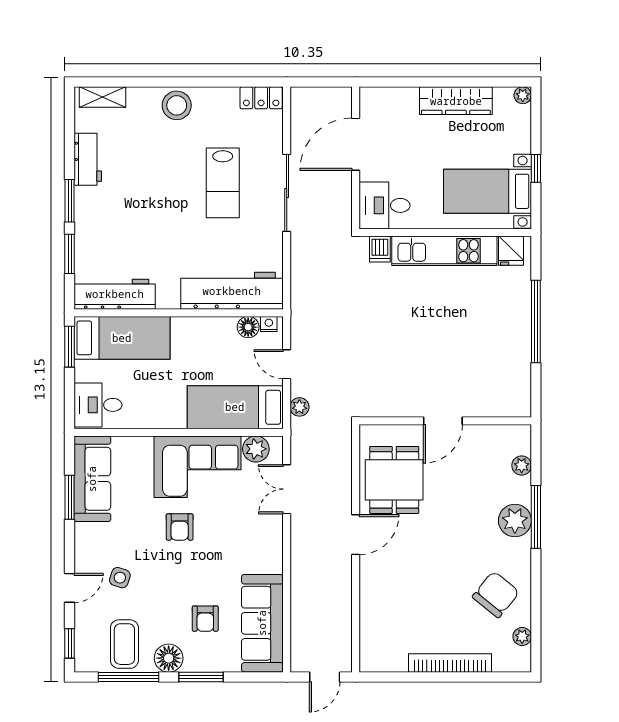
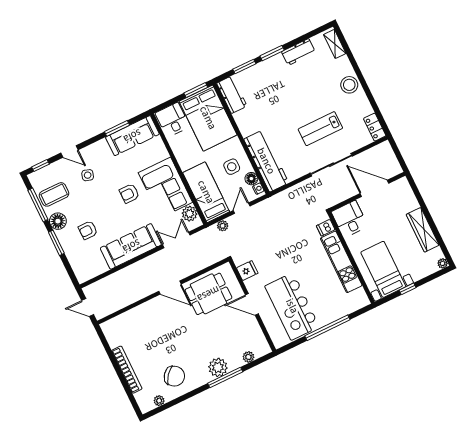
fridge: (511, 251) -> (247, 271), moved, turned 180
workbench: (115, 294) -> (232, 95), width x0.73
bed: (122, 338) -> (208, 118), width x1.50
side table: (215, 349) -> (232, 167), added
kitchen island: (476, 360) -> (292, 306), added
sofa: (262, 623) -> (131, 246), moved

